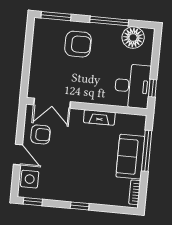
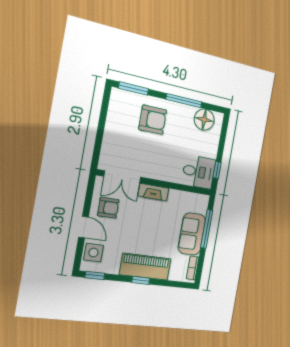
desk: (133, 86) -> (199, 172), width x0.73
fireplace: (99, 117) -> (153, 192), moved
piano: (83, 192) -> (145, 267), added

